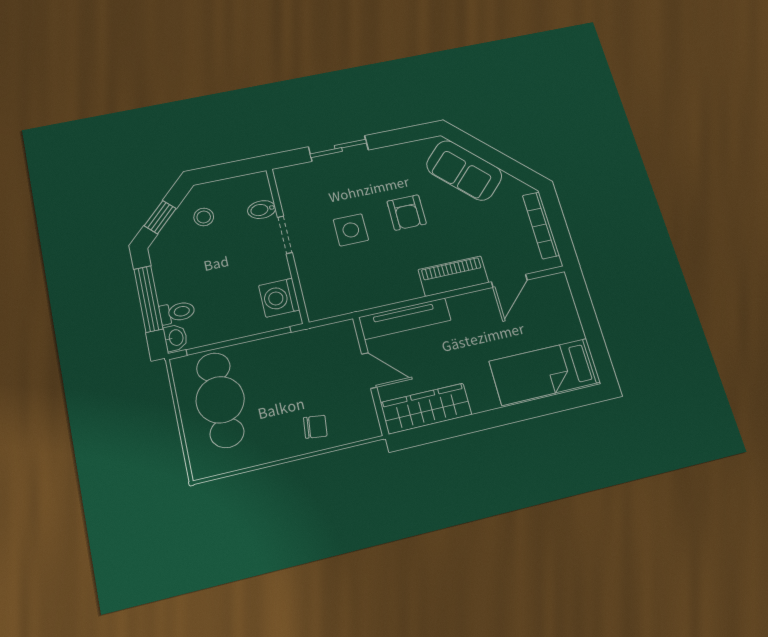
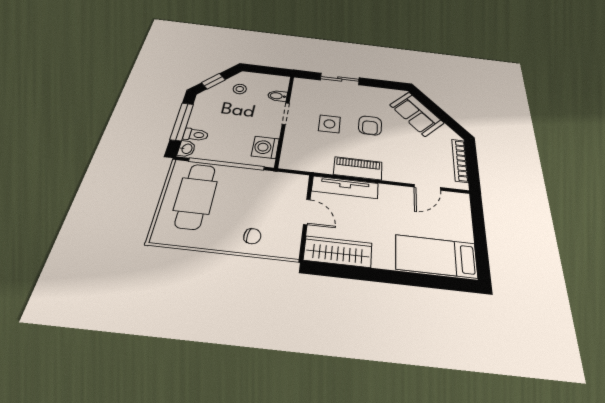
piano: (453, 276) -> (358, 168), moved

